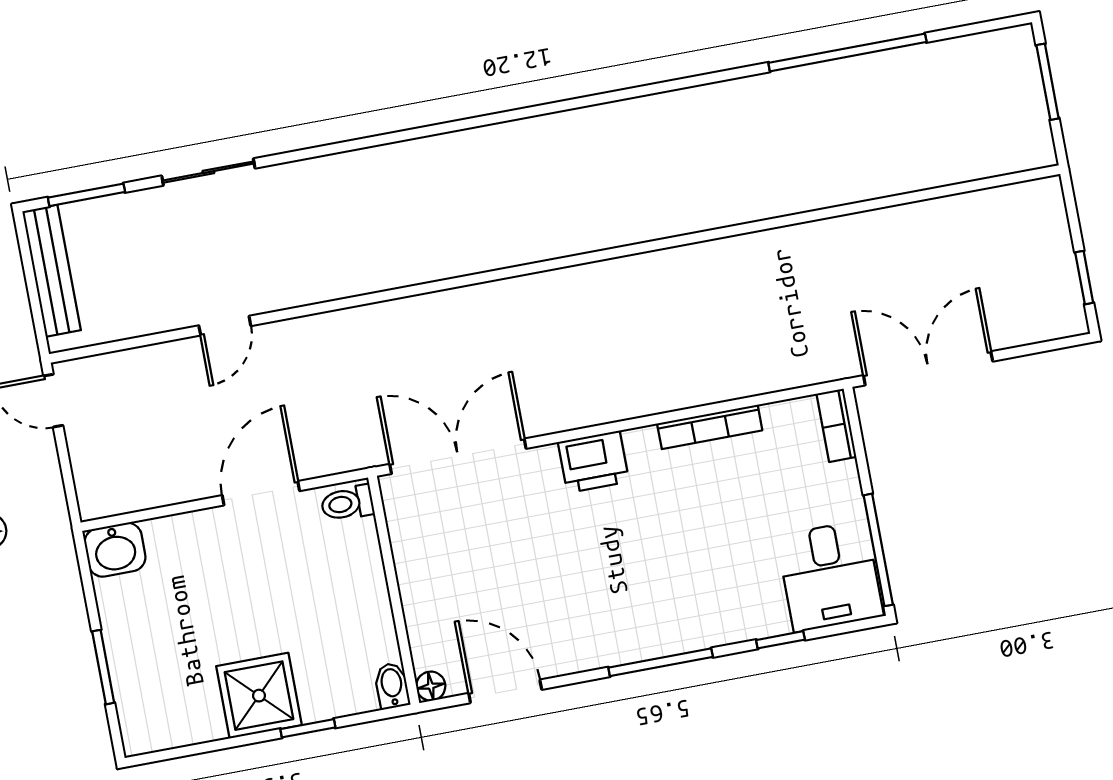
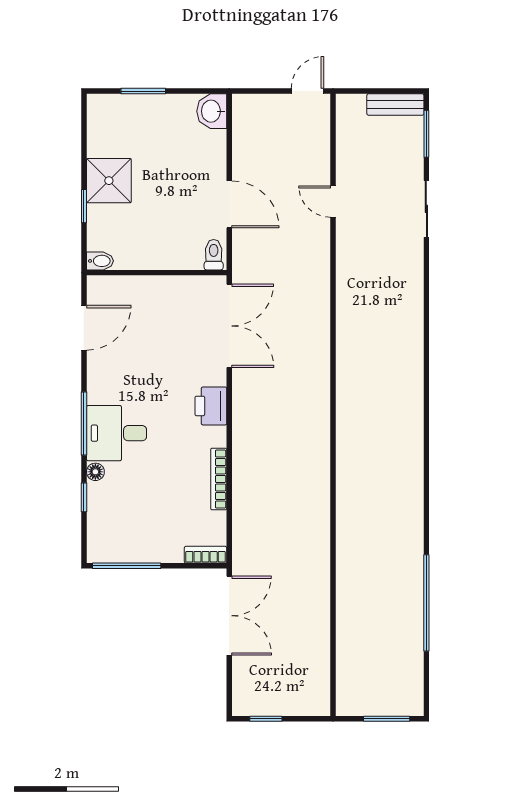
bench: (52, 271) -> (395, 104), width x0.73
desk: (830, 576) -> (117, 433), moved
floor lamp: (431, 686) -> (95, 472), moved

